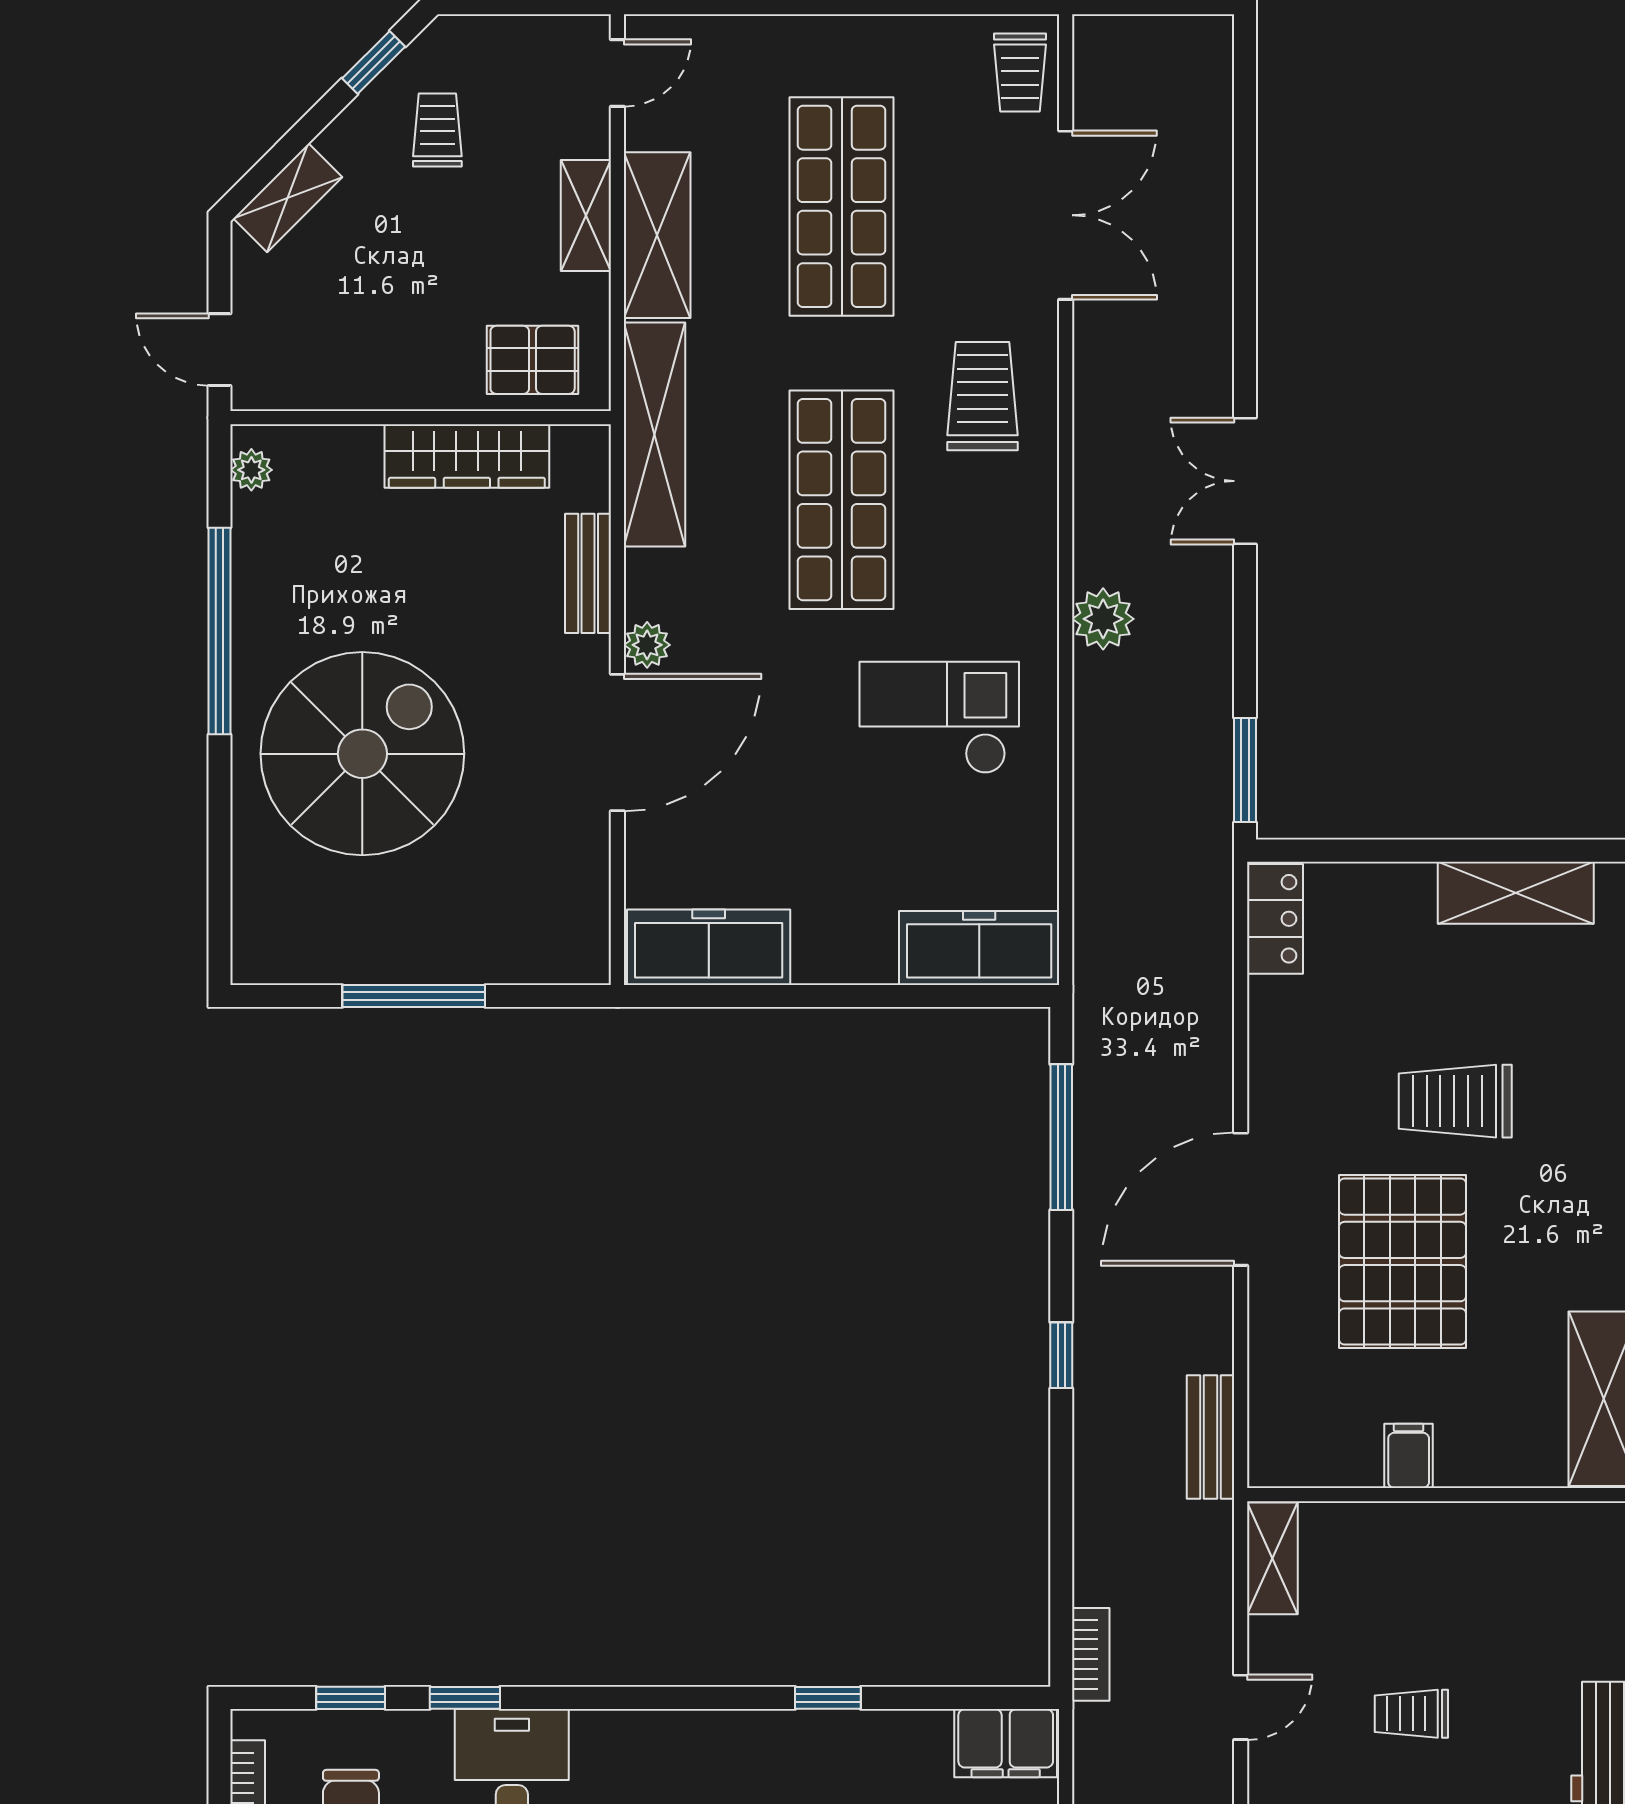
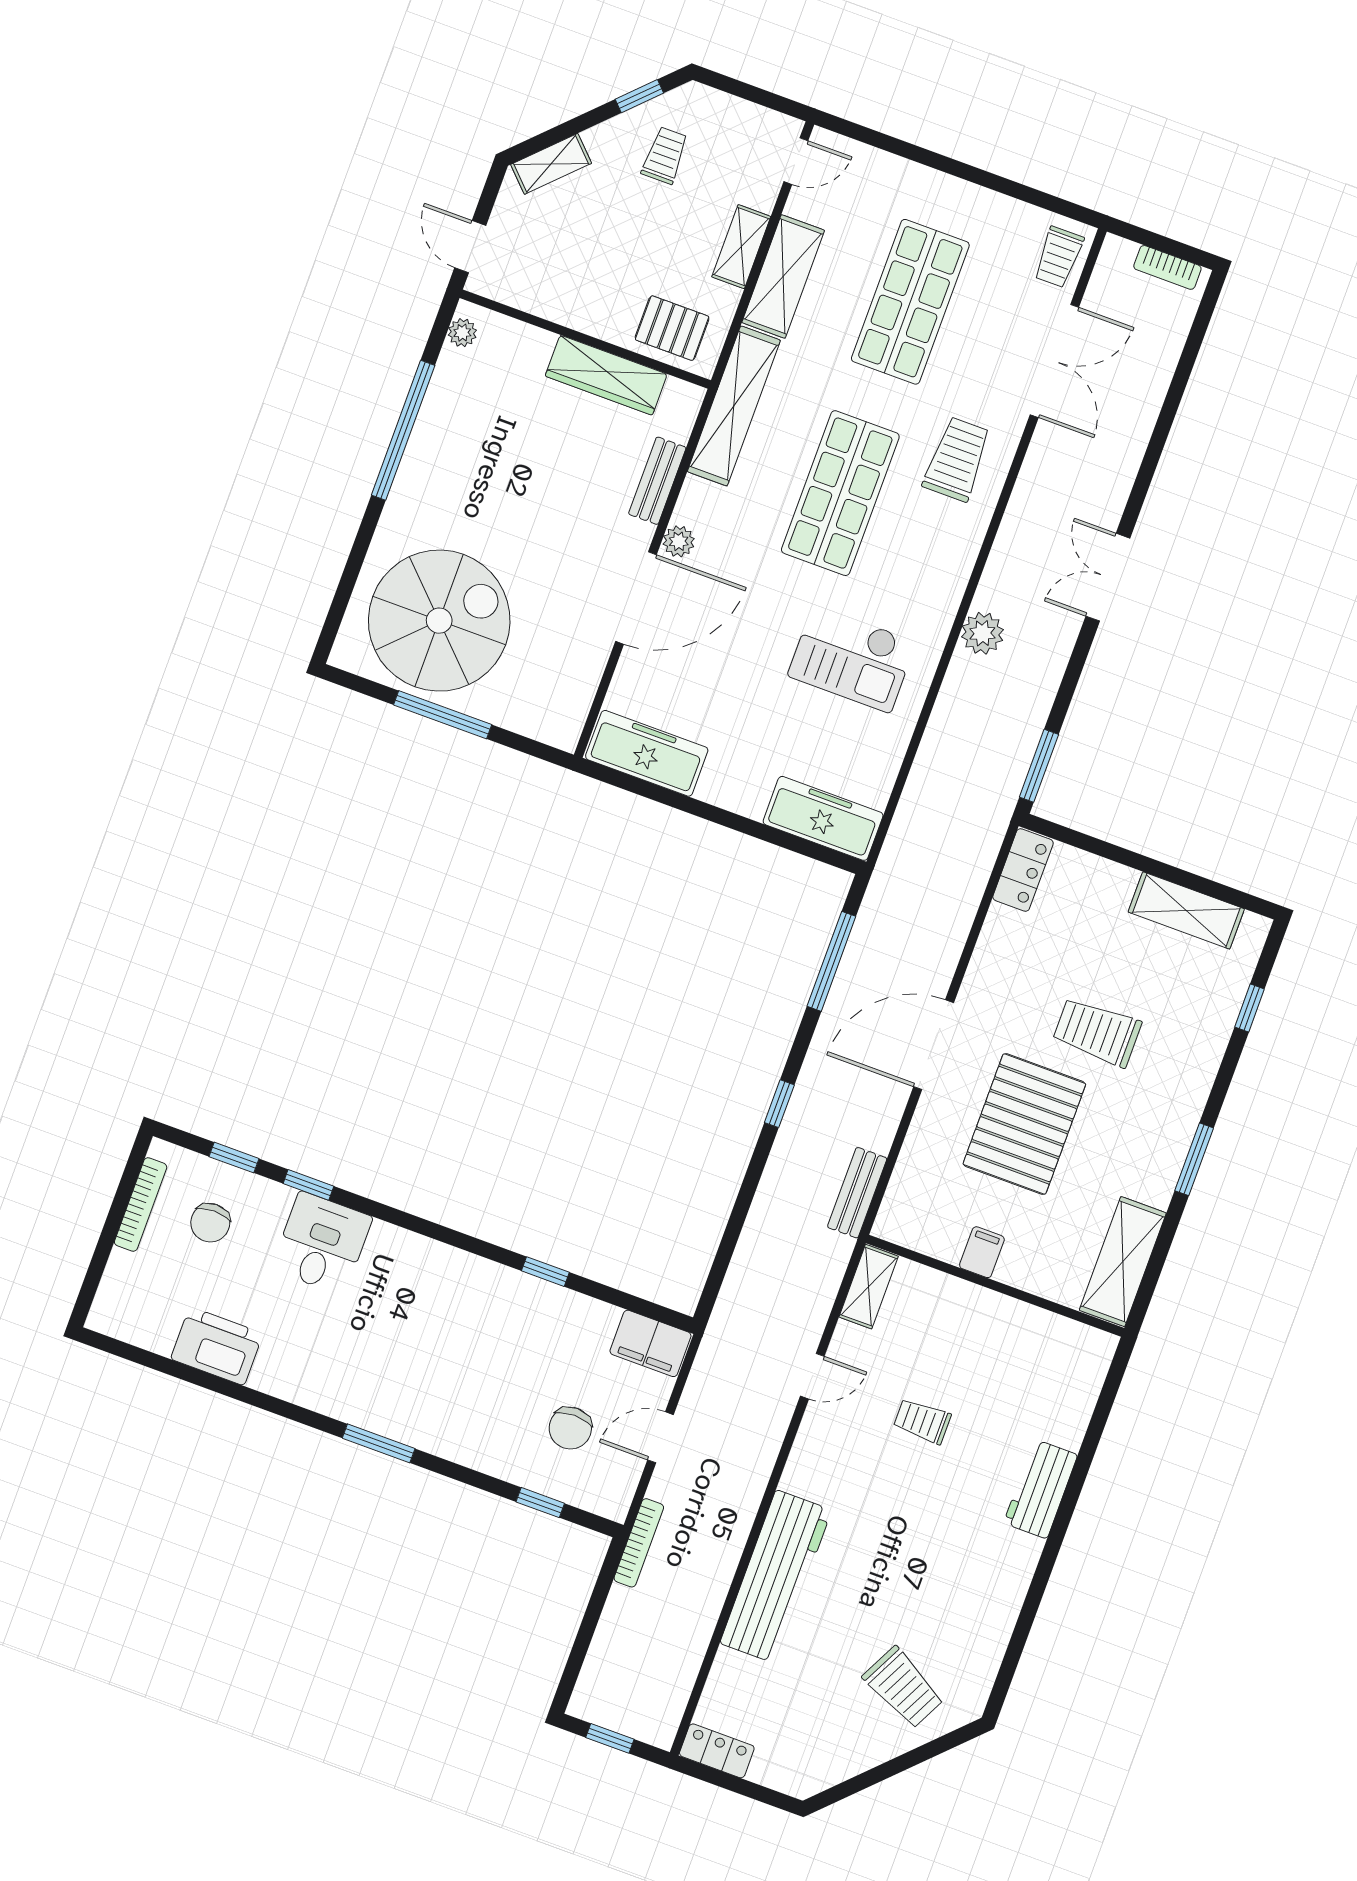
checkout: (939, 718) -> (852, 659), turned 180
spiral stairs: (362, 754) -> (439, 621), moved
bookcase: (1091, 1654) -> (1167, 267), moved, turned 90

